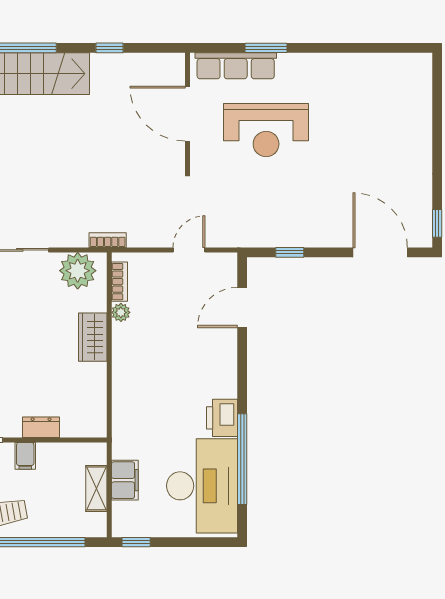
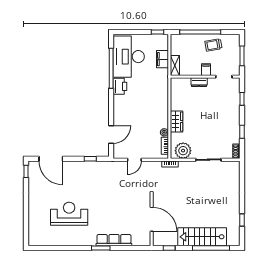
wall: (188, 112) -> (152, 220), moved
door: (188, 114) -> (152, 219), moved
reception desk: (266, 130) -> (69, 214), moved
shelving: (96, 488) -> (175, 65), moved

